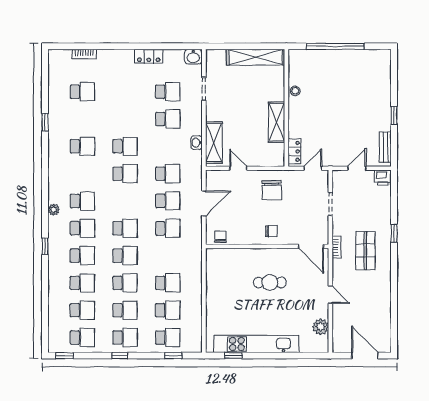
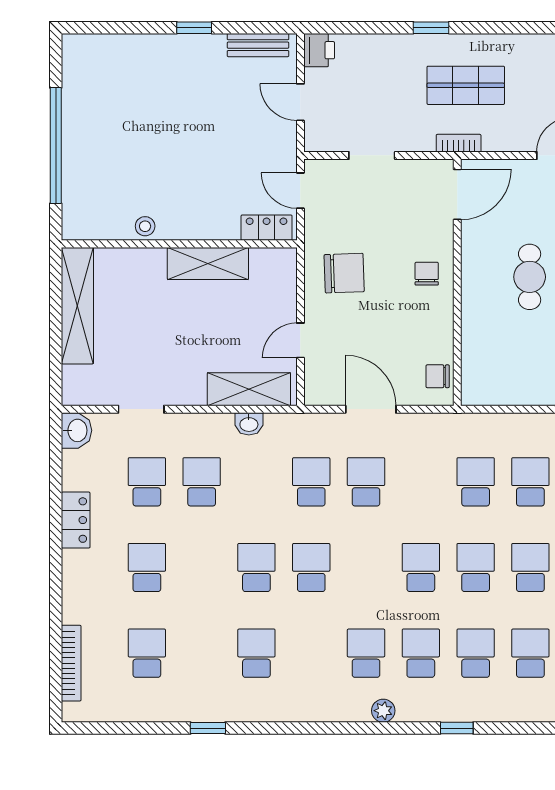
bookcase: (84, 54) -> (71, 663), width x1.56
school desk: (125, 92) -> (147, 568), added
school desk: (168, 228) -> (476, 482), moved

